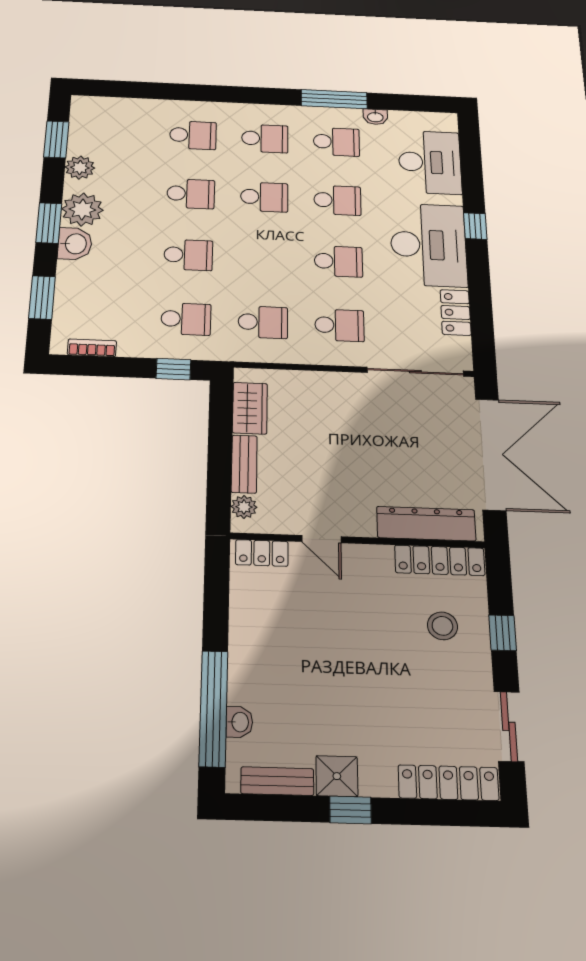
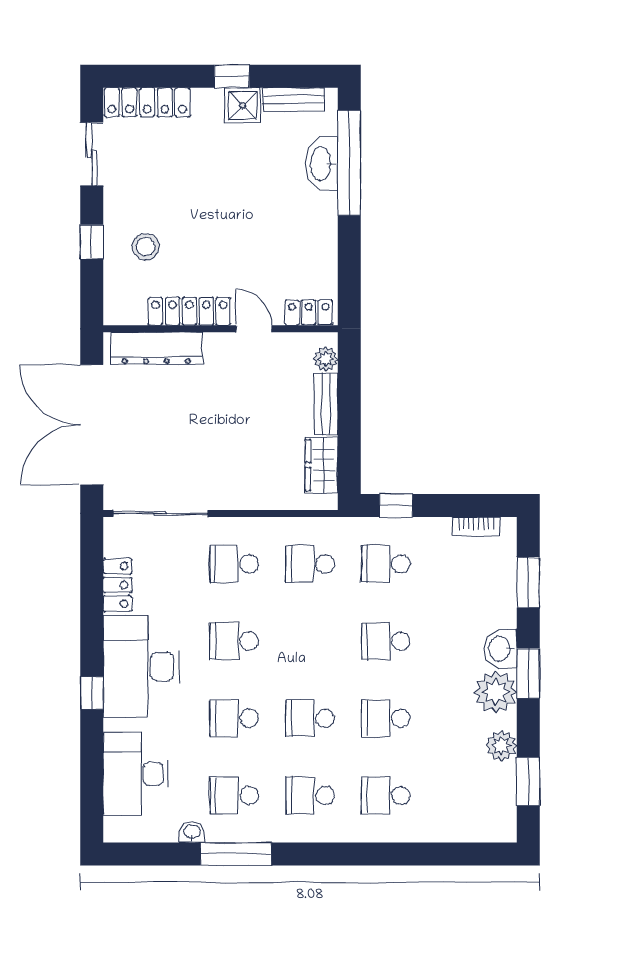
locker: (440, 560) -> (189, 311), moved
washbasin: (239, 722) -> (321, 164), width x1.91, depth x1.45

